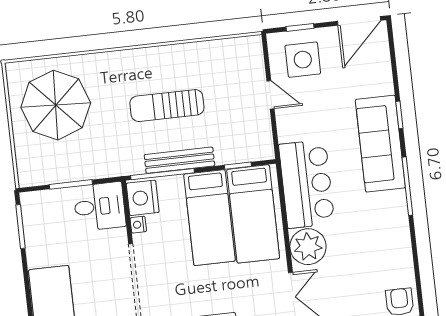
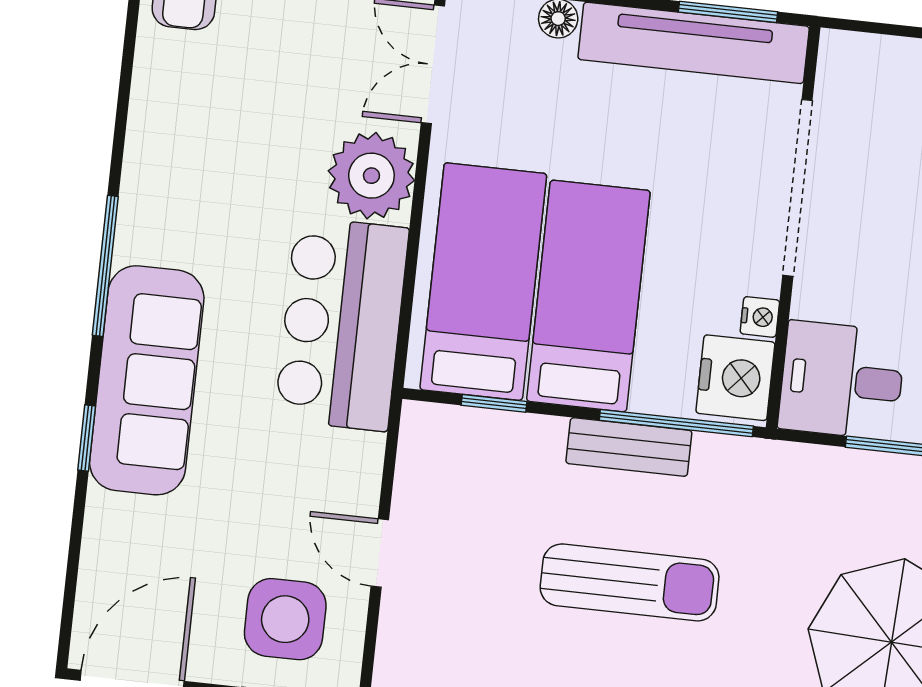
bench: (179, 160) -> (629, 447), width x0.73

